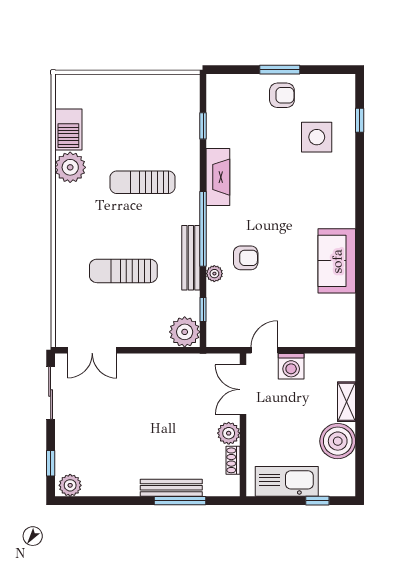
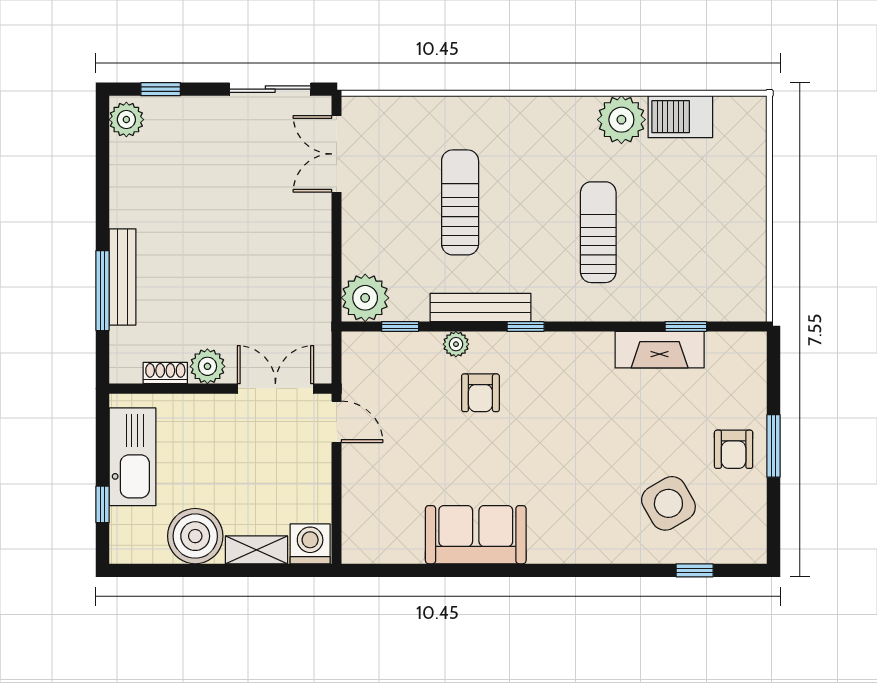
side table: (317, 137) -> (668, 503), turned -30
fireplace: (218, 177) -> (660, 350), moved
window: (203, 229) -> (526, 326), width x0.32
washing machine: (291, 366) -> (310, 544), moved, turned 90

